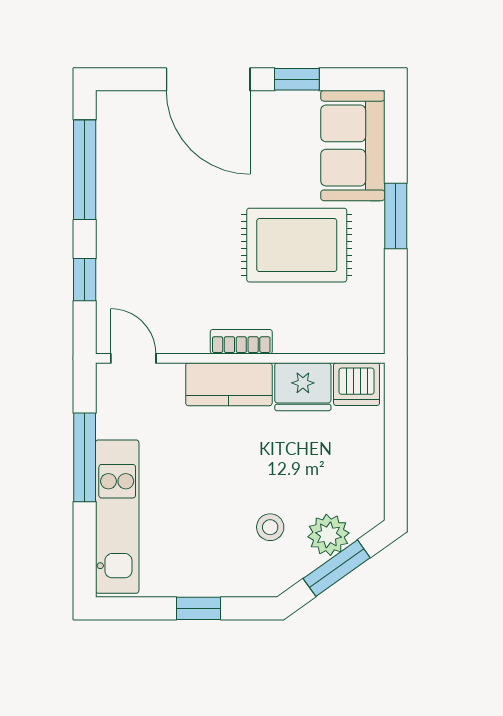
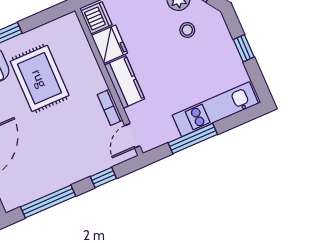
bookcase: (241, 342) -> (110, 107), moved

